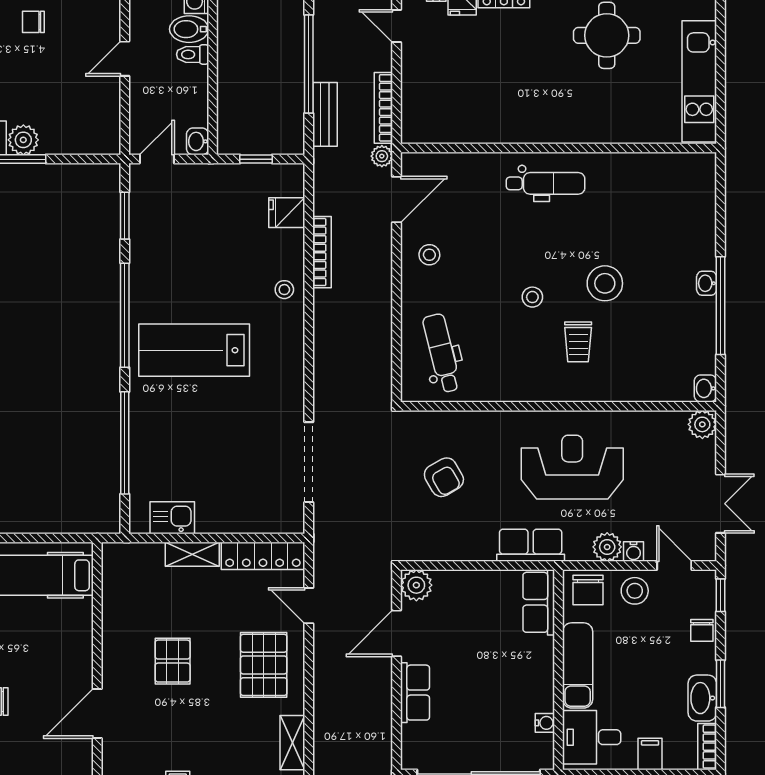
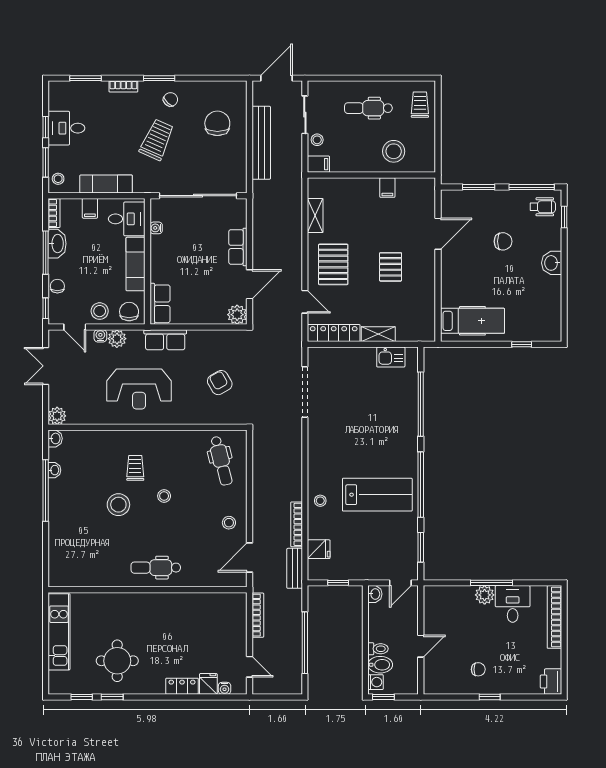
bench: (325, 114) -> (295, 568), moved
plant: (382, 156) -> (259, 585), removed
washbasin: (707, 283) -> (54, 470), moved
lab bench: (194, 350) -> (377, 495), moved
window: (721, 684) -> (46, 253), width x1.44

